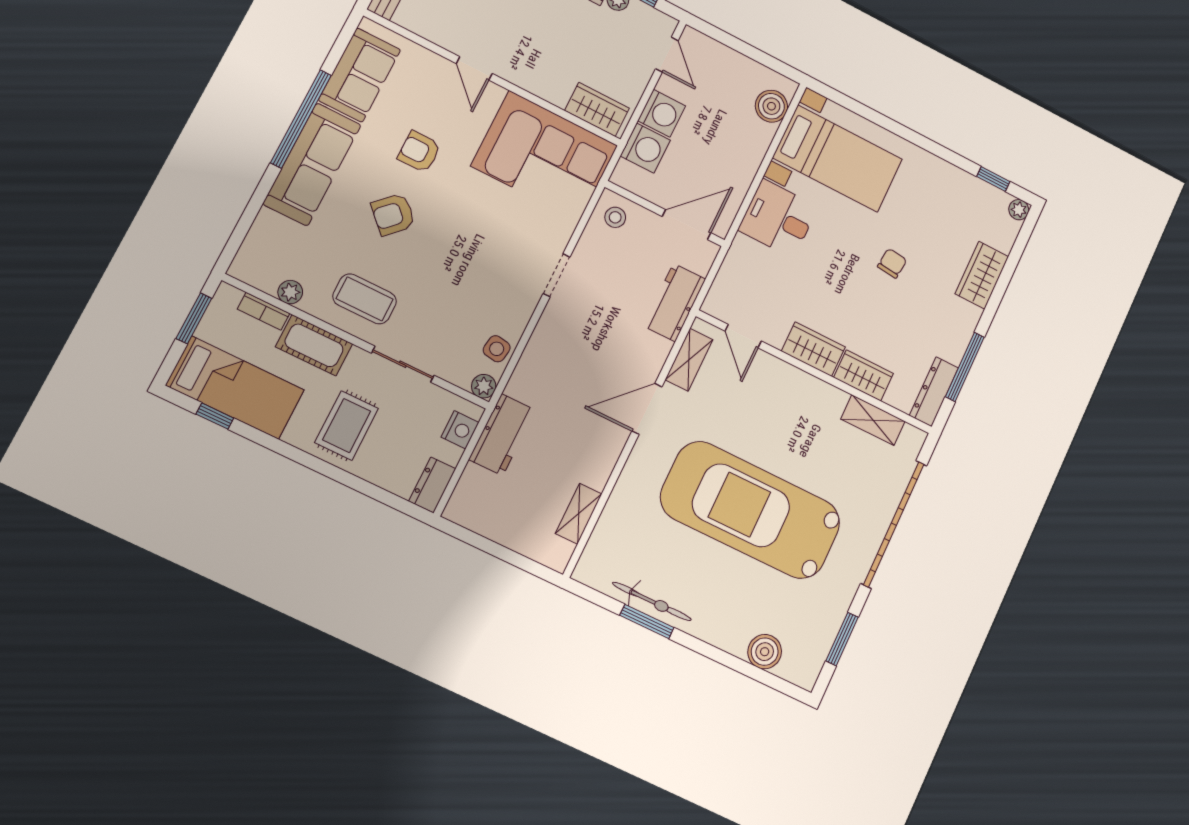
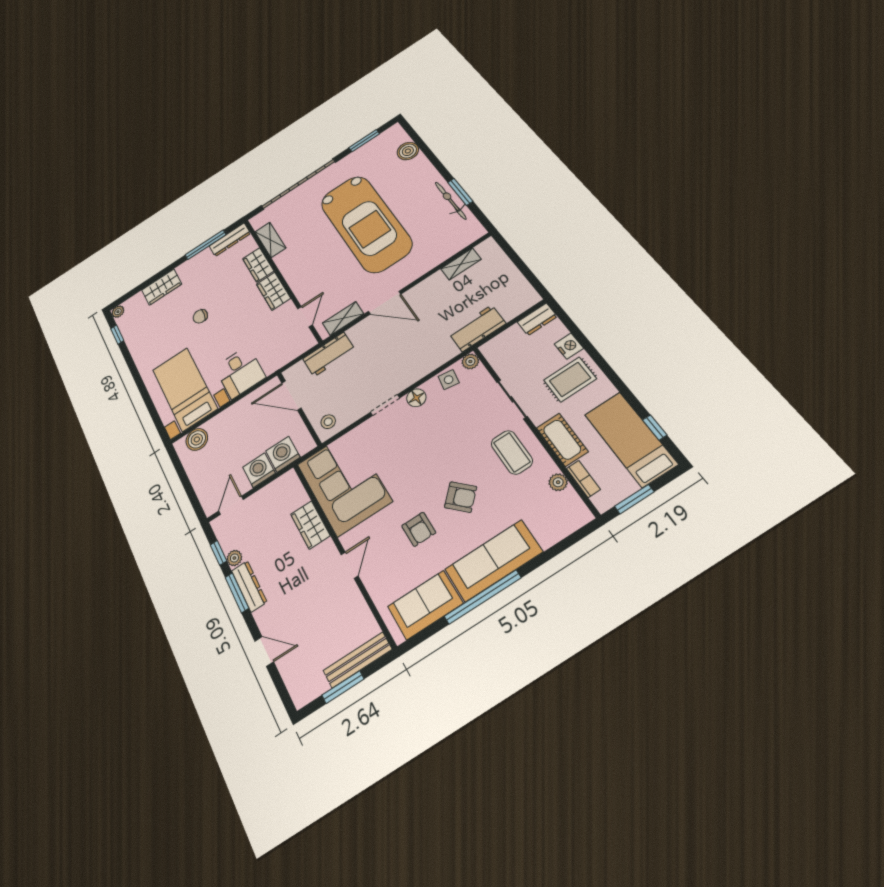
wardrobe: (597, 109) -> (310, 525), moved
floor lamp: (523, 305) -> (416, 398), added
nightstand: (460, 430) -> (569, 346), moved, turned 90

